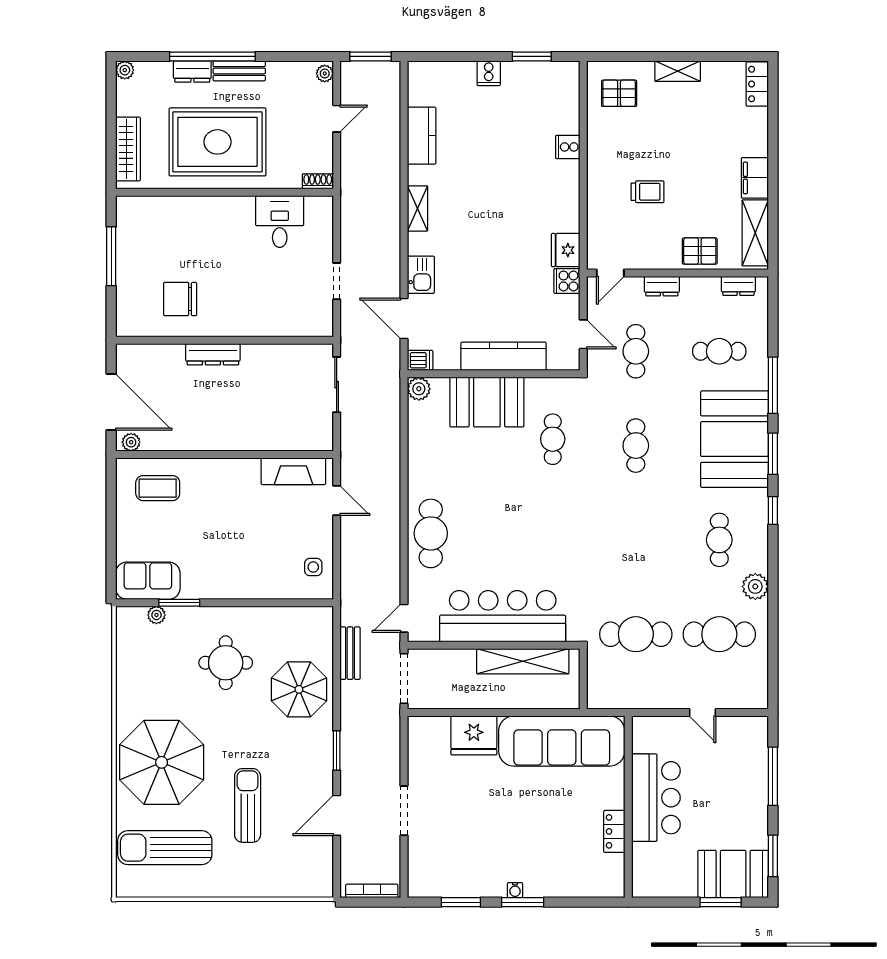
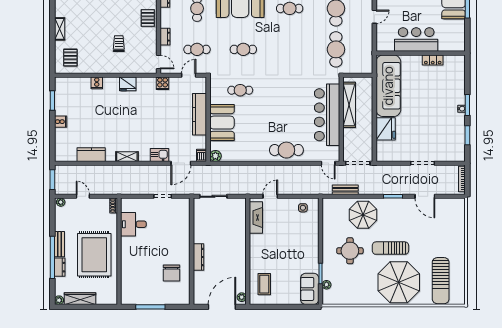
wardrobe: (128, 149) -> (80, 299), moved
fridge: (566, 250) -> (128, 84), moved
sun lounger: (248, 805) -> (390, 248), moved

